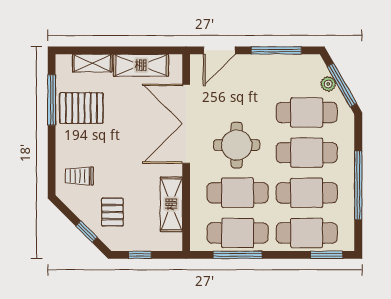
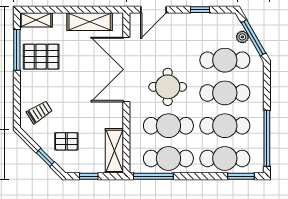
window: (276, 50) -> (200, 10), width x0.46
shelving: (92, 63) -> (36, 20), moved
trolley: (79, 176) -> (39, 112), turned 148
window: (358, 185) -> (267, 138), moved
shelving: (171, 204) -> (114, 151), moved
pallet: (112, 212) -> (66, 141), turned 90
window: (238, 255) -> (153, 176), moved

